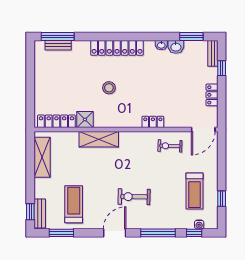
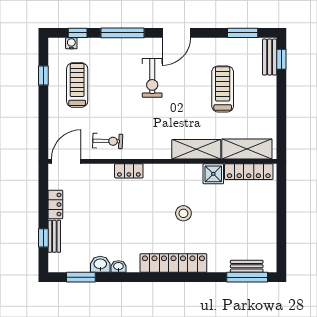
bench: (213, 53) -> (54, 236), moved
shelving: (42, 157) -> (247, 149), moved, turned 90
exercise bike: (134, 197) -> (152, 78), turned 89
treadmill: (74, 204) -> (223, 89), moved, turned 180

